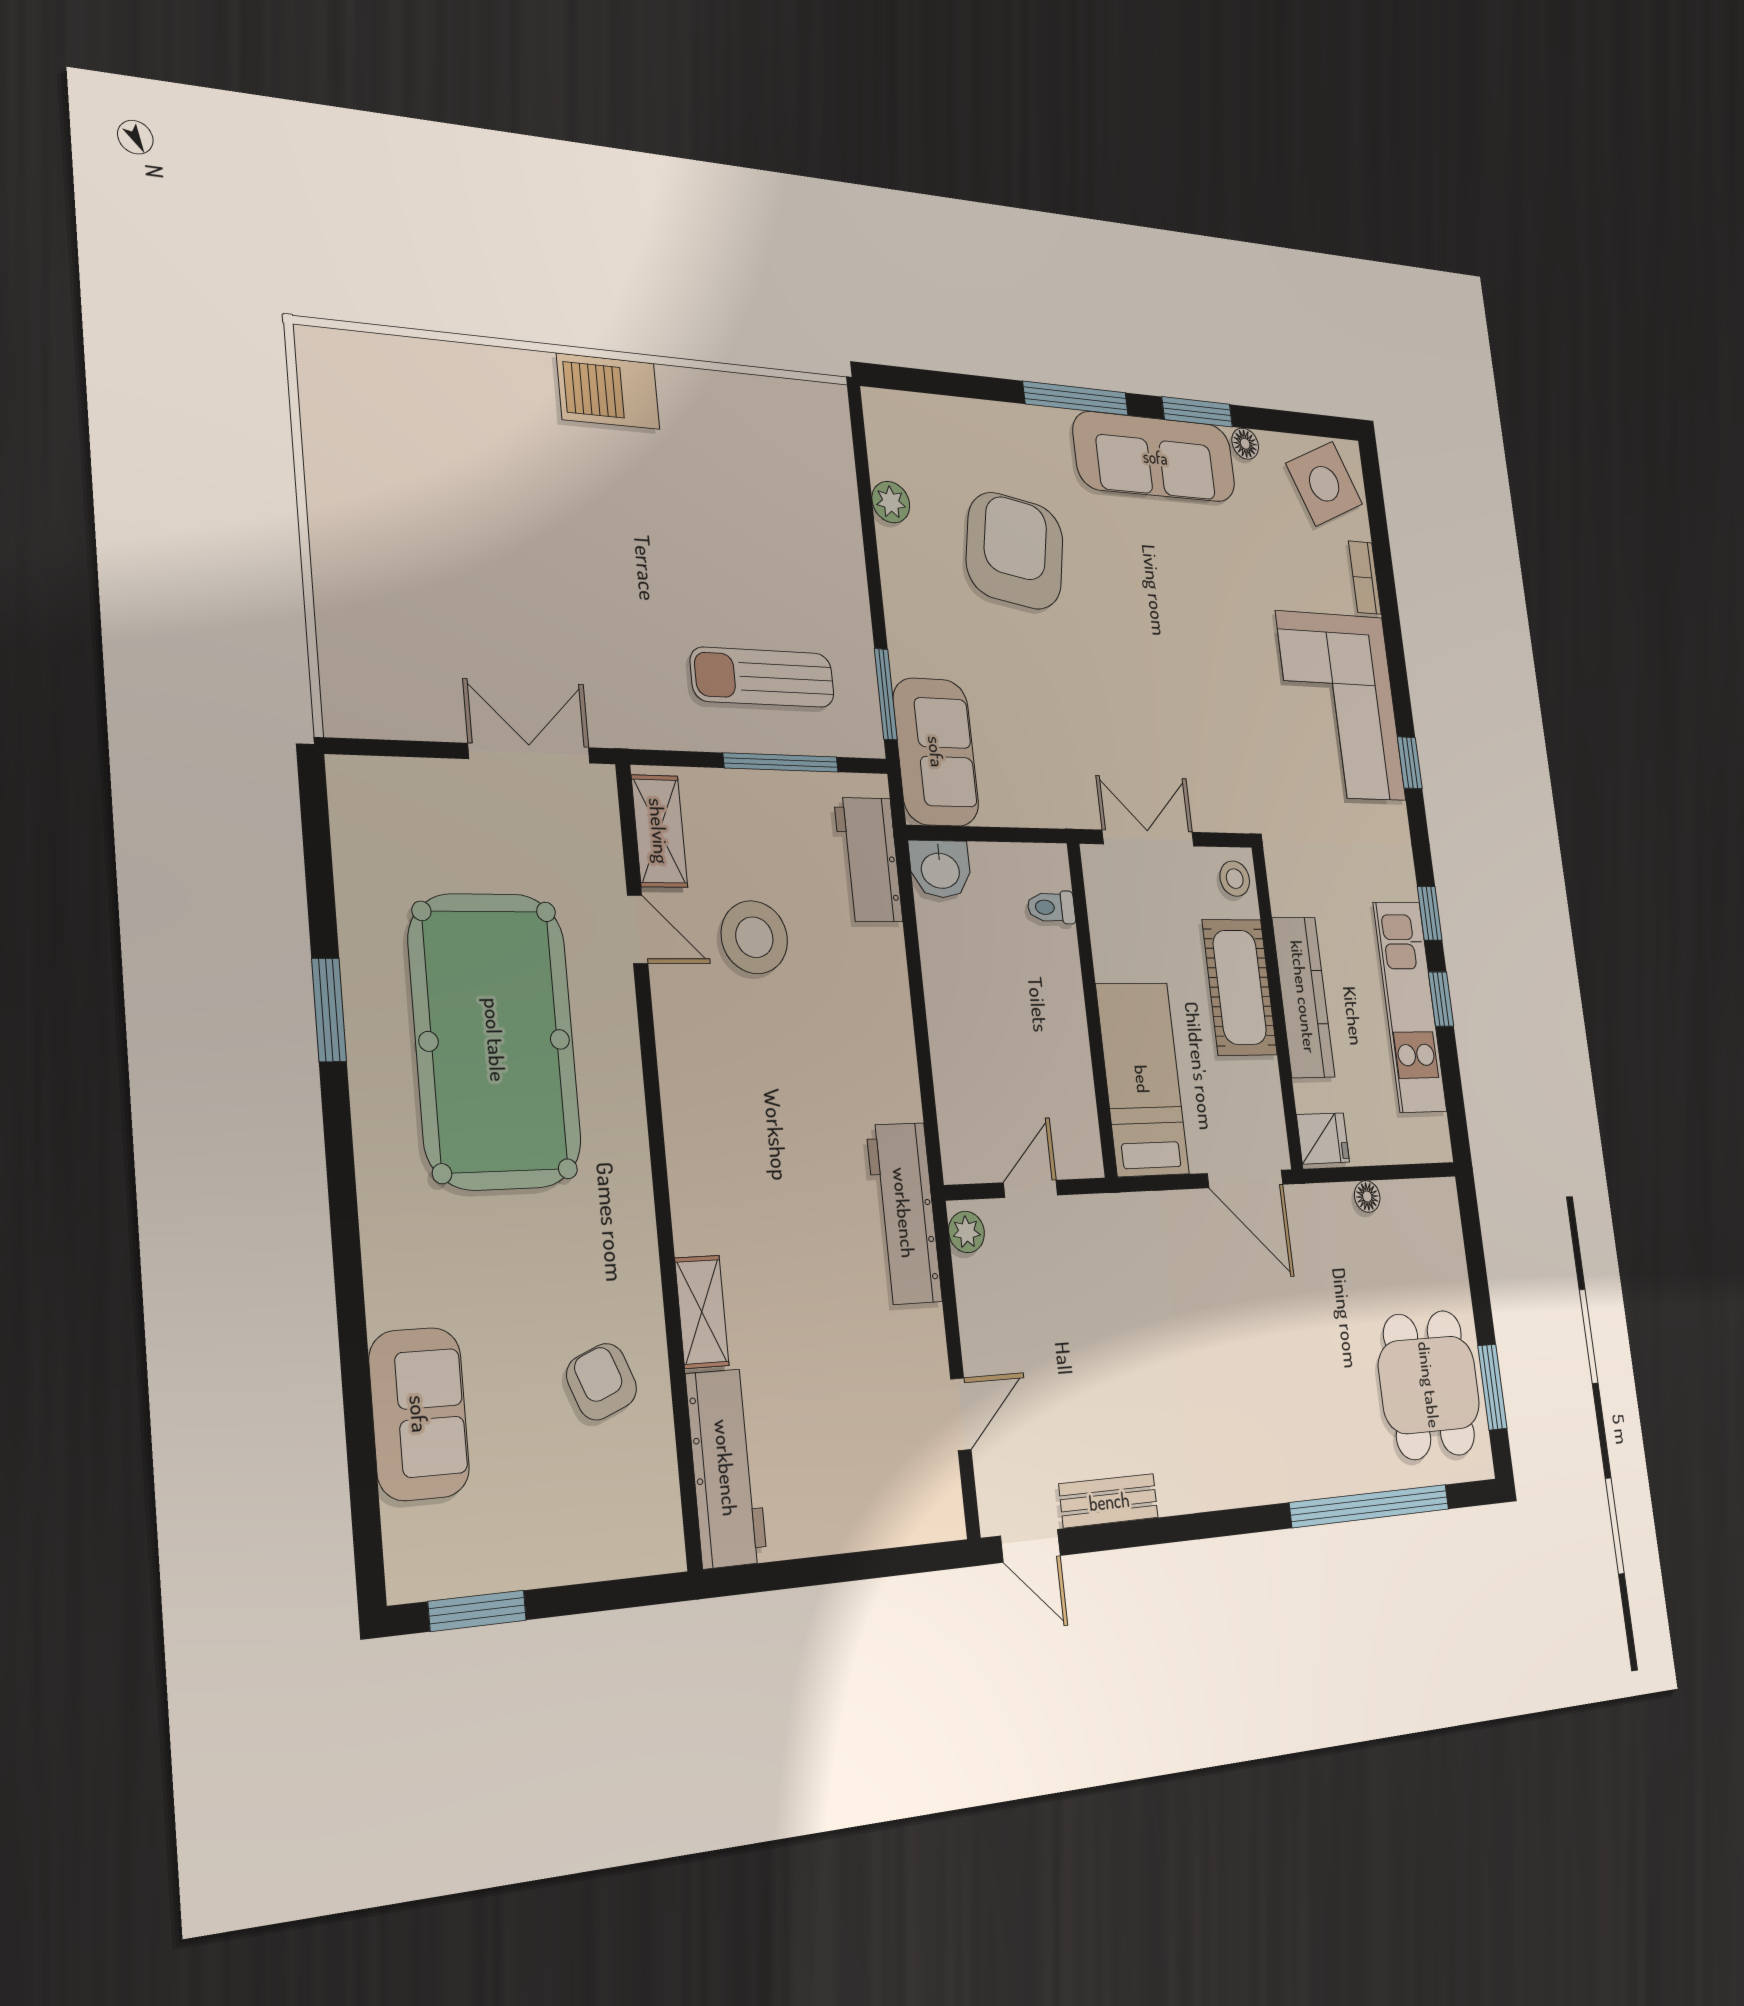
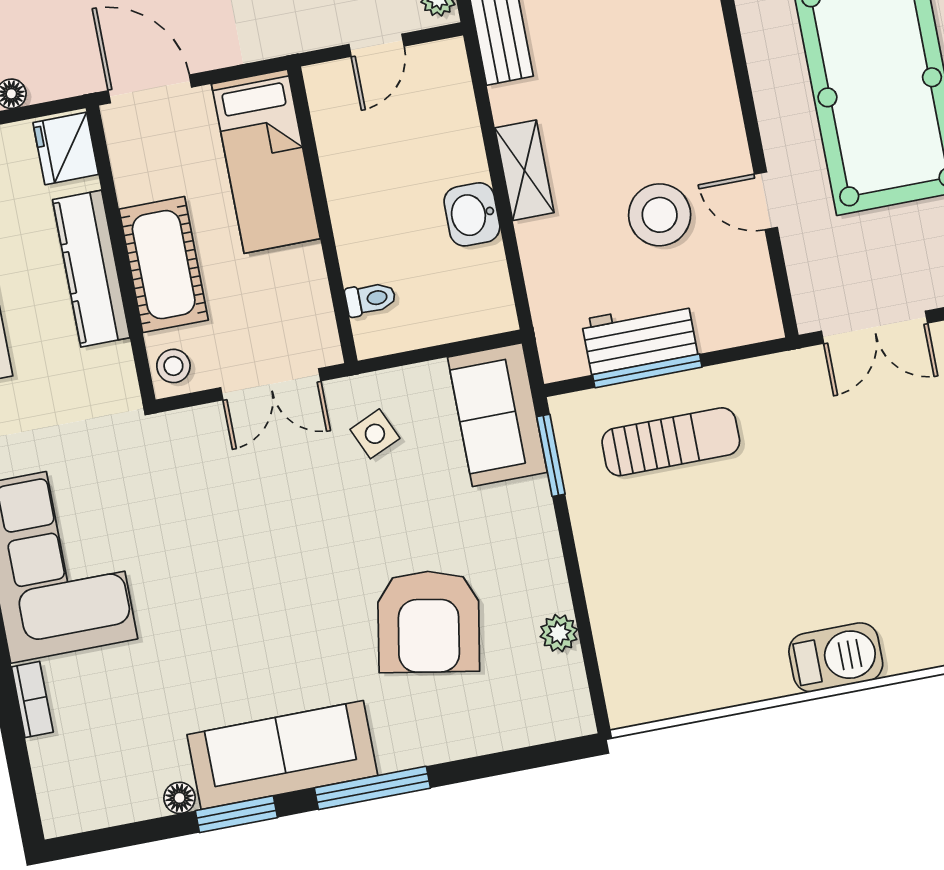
side table: (1324, 484) -> (375, 434), moved, width x0.54, depth x0.54
shelving: (659, 831) -> (524, 170), moved
workbench: (868, 860) -> (639, 337), moved, turned -90
washbasin: (940, 869) -> (472, 214), moved, turned -90
fridge: (1323, 1138) -> (66, 149), width x1.38

